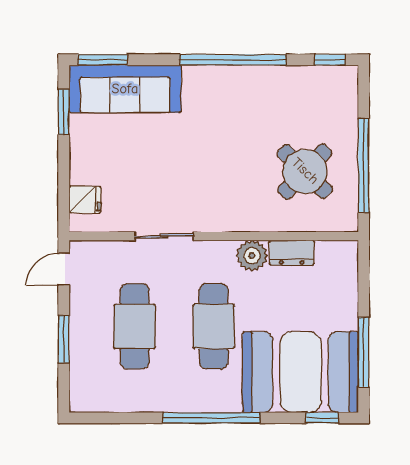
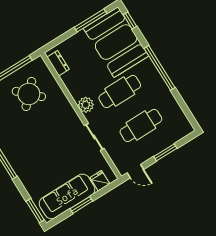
sofa: (125, 89) -> (67, 196), moved, turned -90
window: (64, 112) -> (81, 205), moved
dresser: (292, 253) -> (58, 63), moved
plant: (252, 256) -> (86, 105), moved

